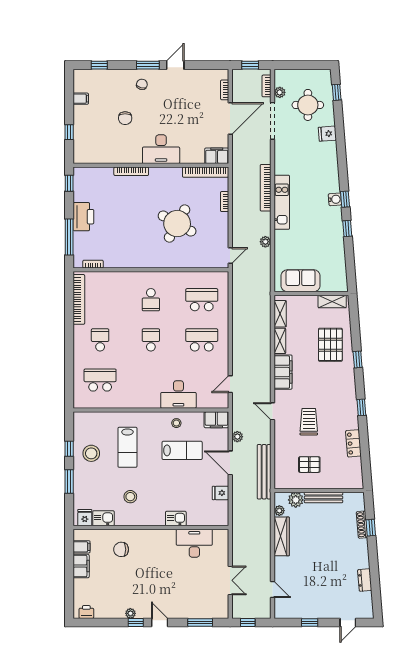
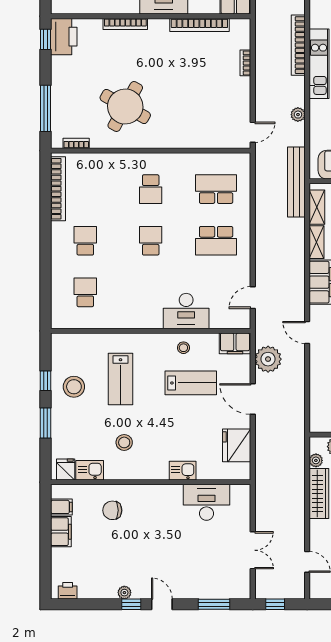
bookcase: (206, 172) -> (199, 25), moved
printer: (83, 217) -> (64, 37), moved
round table: (177, 224) -> (125, 106), moved
school desk: (202, 340) -> (216, 241), turned 180
school desk: (100, 380) -> (85, 292), width x0.54
plant: (237, 437) -> (268, 359), width x1.87, depth x1.87
bench: (264, 472) -> (296, 182), moved
fridge: (221, 493) -> (237, 445), width x1.88, depth x1.34

